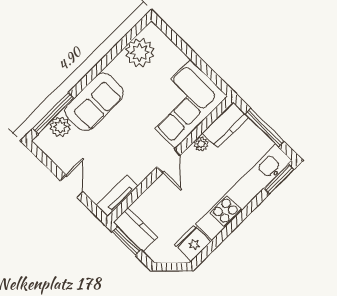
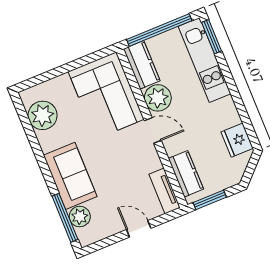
window: (265, 128) -> (159, 30), width x1.46
plant: (201, 144) -> (158, 98), width x1.88, depth x1.88
kitchen unit: (244, 192) -> (205, 60), width x0.73
kitchen counter: (135, 230) -> (186, 174), moved, turned 90

